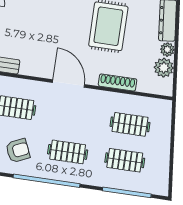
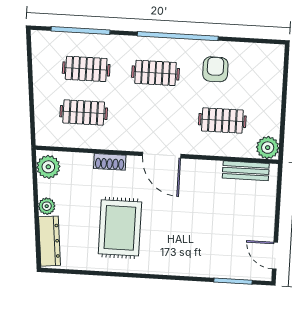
plant: (164, 68) -> (48, 167), moved
shoe rack: (118, 82) -> (110, 162), width x0.70
armchair: (18, 151) -> (215, 69), turned 114

